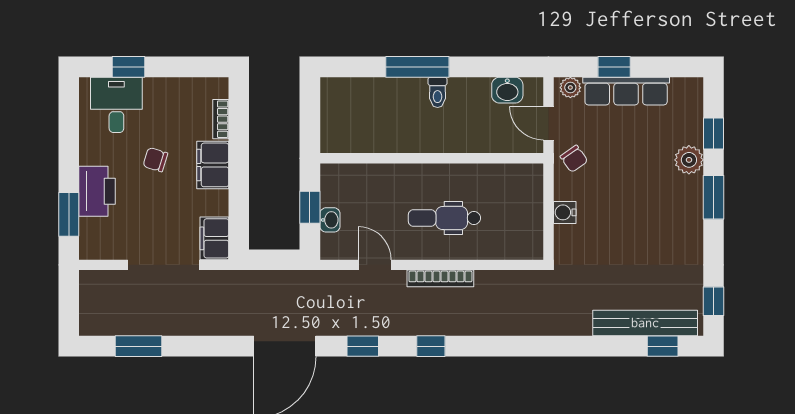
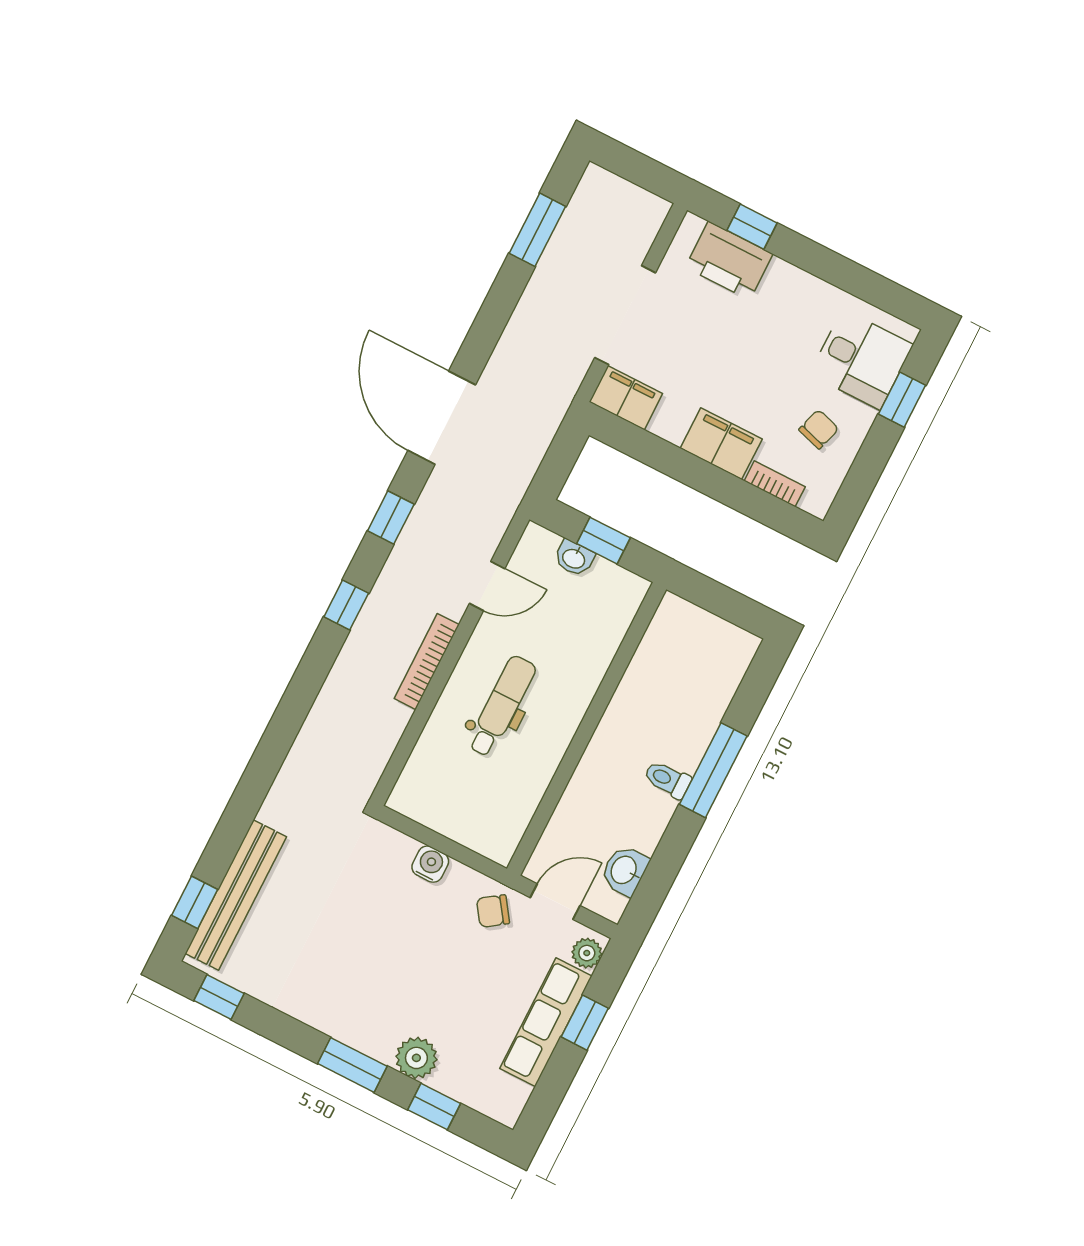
chair: (155, 160) -> (819, 429), moved
printer: (97, 191) -> (729, 261), moved
window: (69, 214) -> (752, 227), width x0.67

